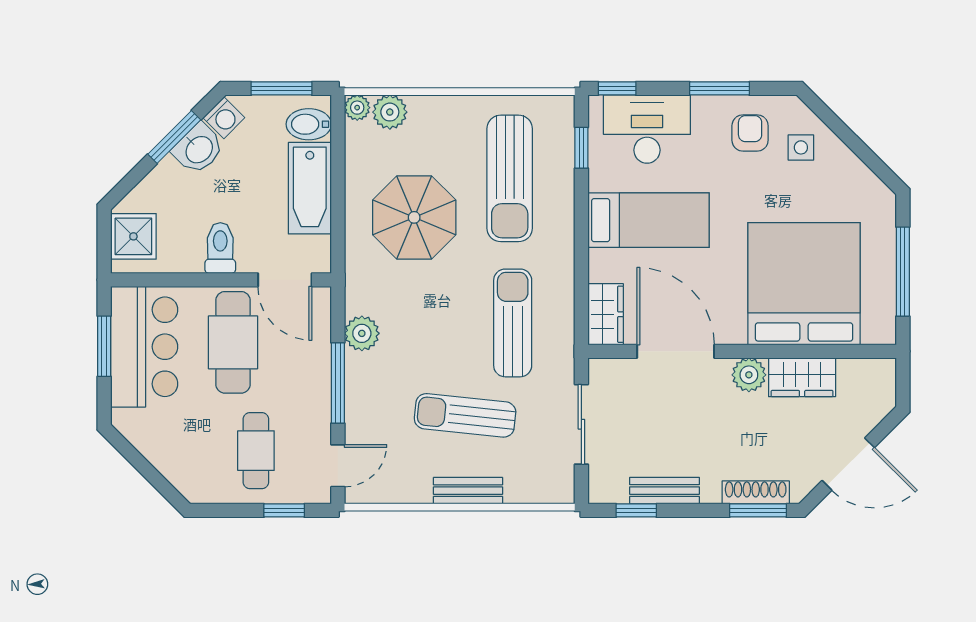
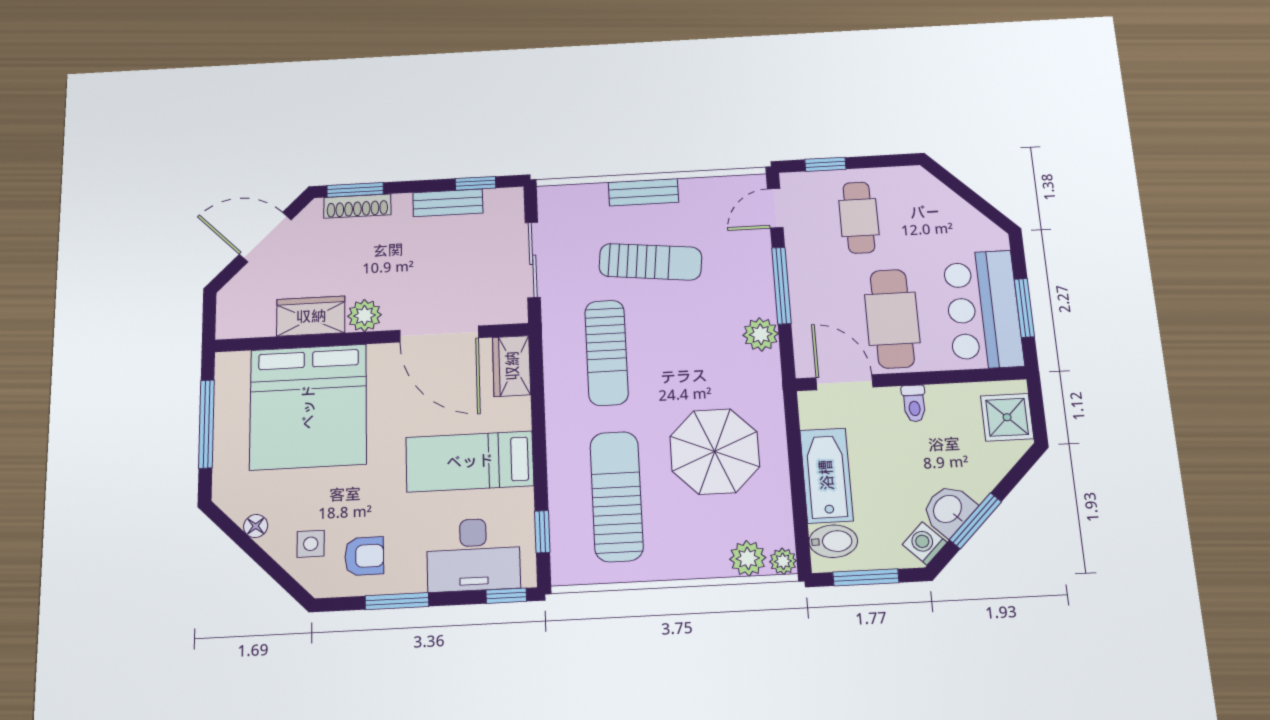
armchair: (750, 133) -> (364, 556), turned -90
floor lamp: (853, 167) -> (256, 526), added
toilet: (220, 248) -> (914, 403), width x0.73, depth x0.72

